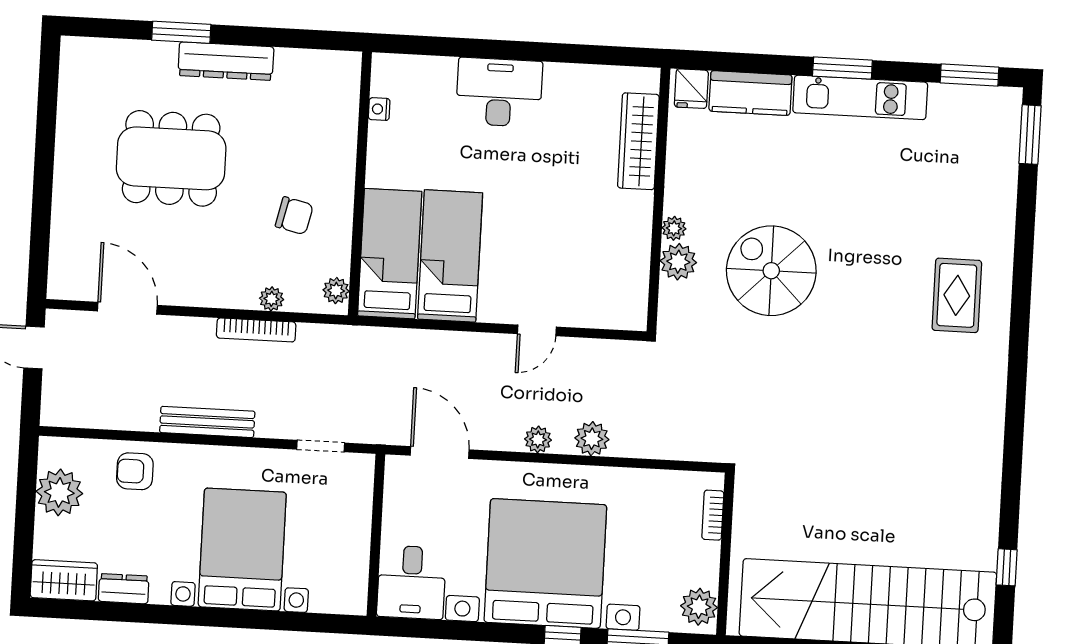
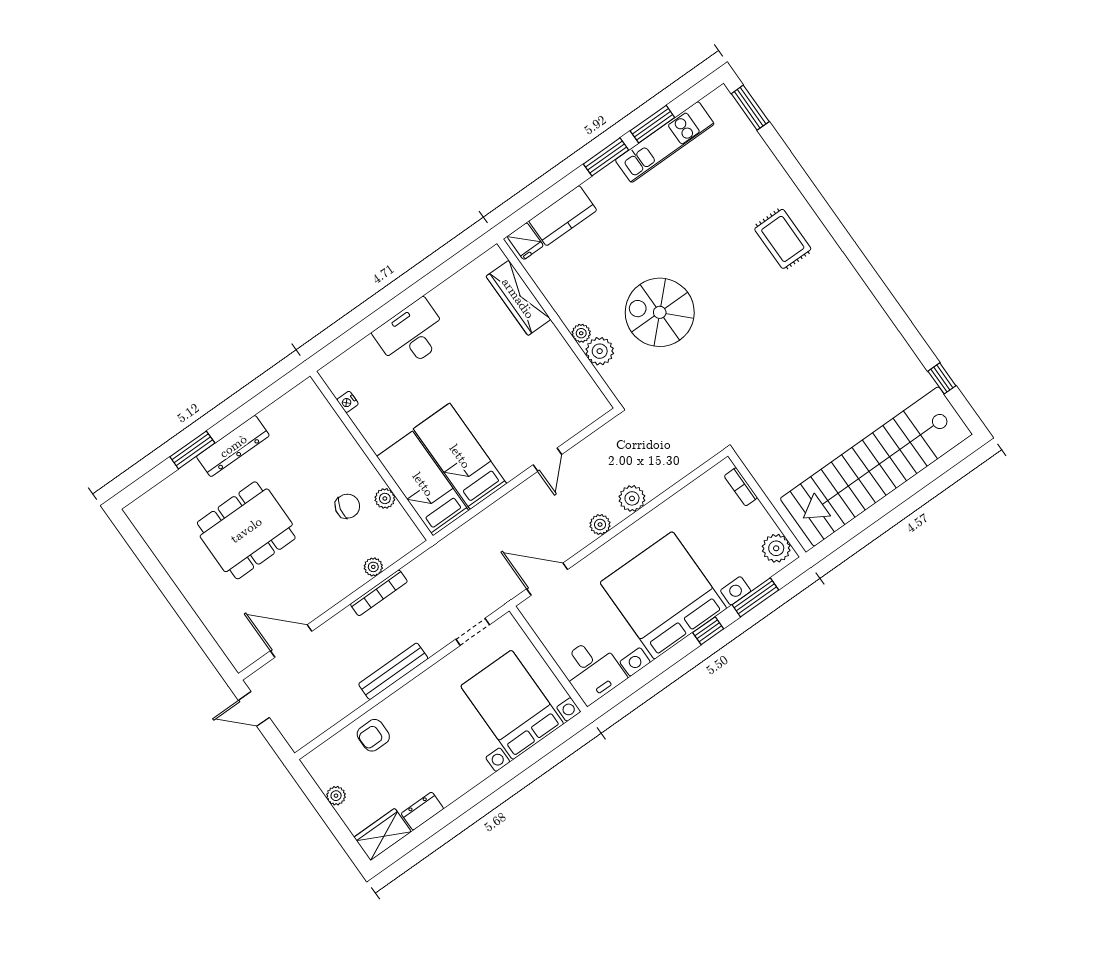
window: (970, 75) -> (652, 124), moved
kitchen unit: (860, 97) -> (665, 142), moved
plant: (336, 291) -> (385, 498), moved
plant: (59, 492) -> (336, 796), width x0.53, depth x0.53
bed with nightstands: (242, 550) -> (512, 705), moved

